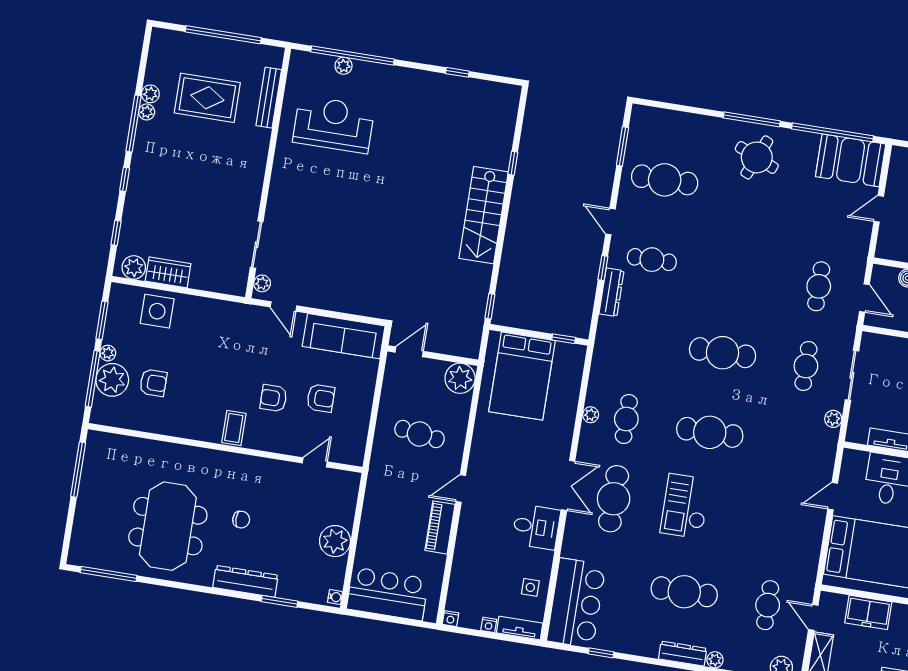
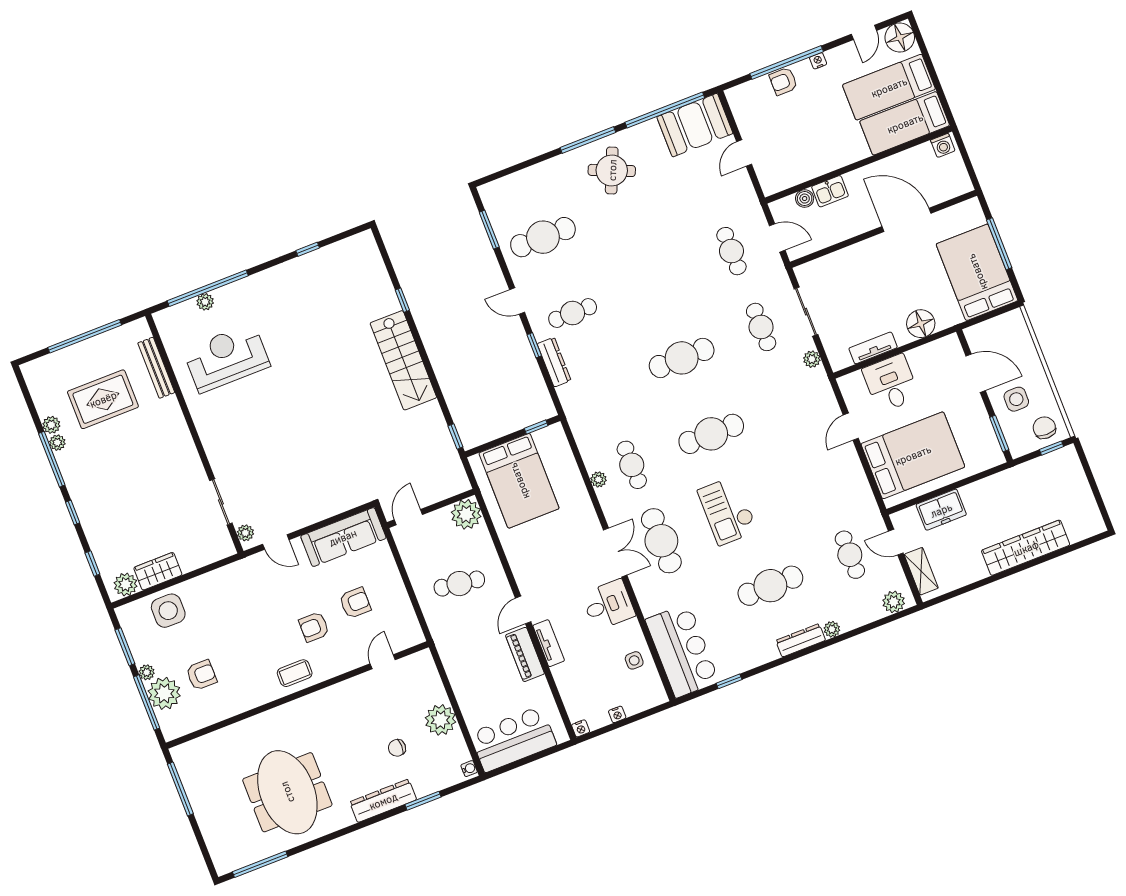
coffee table: (234, 428) -> (295, 673), turned 90
chair: (241, 520) -> (397, 748), moved, turned 180
tv unit: (520, 628) -> (549, 643), moved, turned 90

